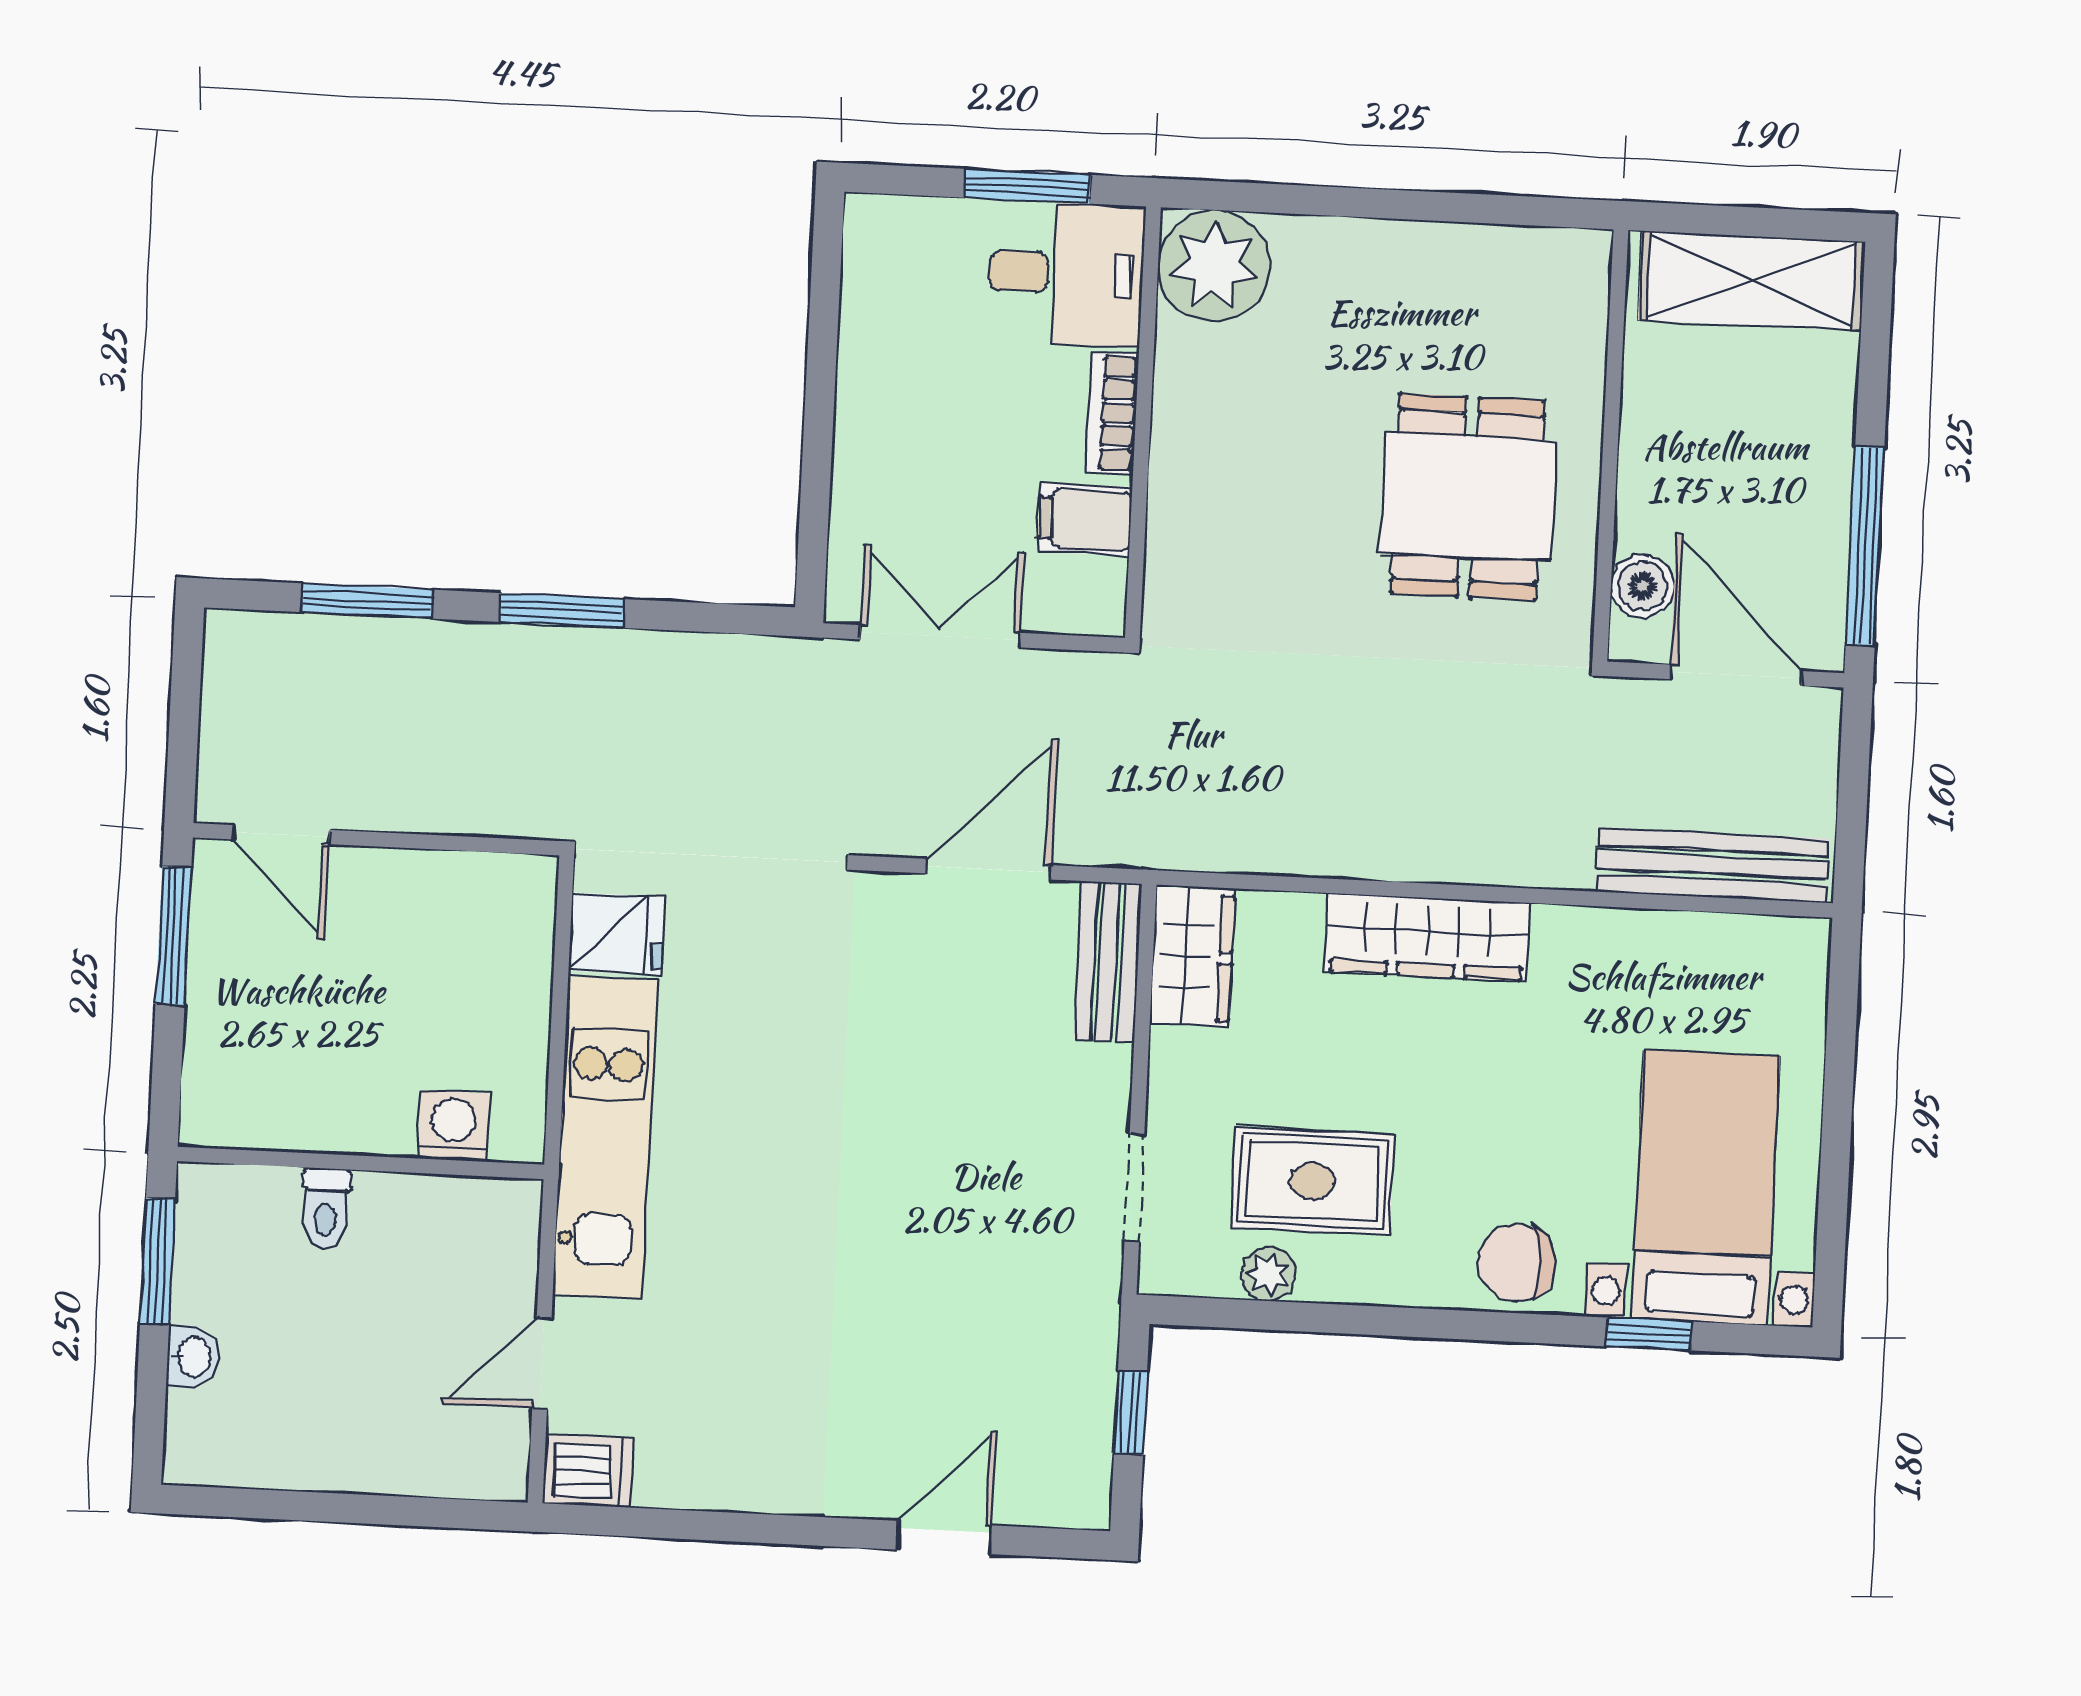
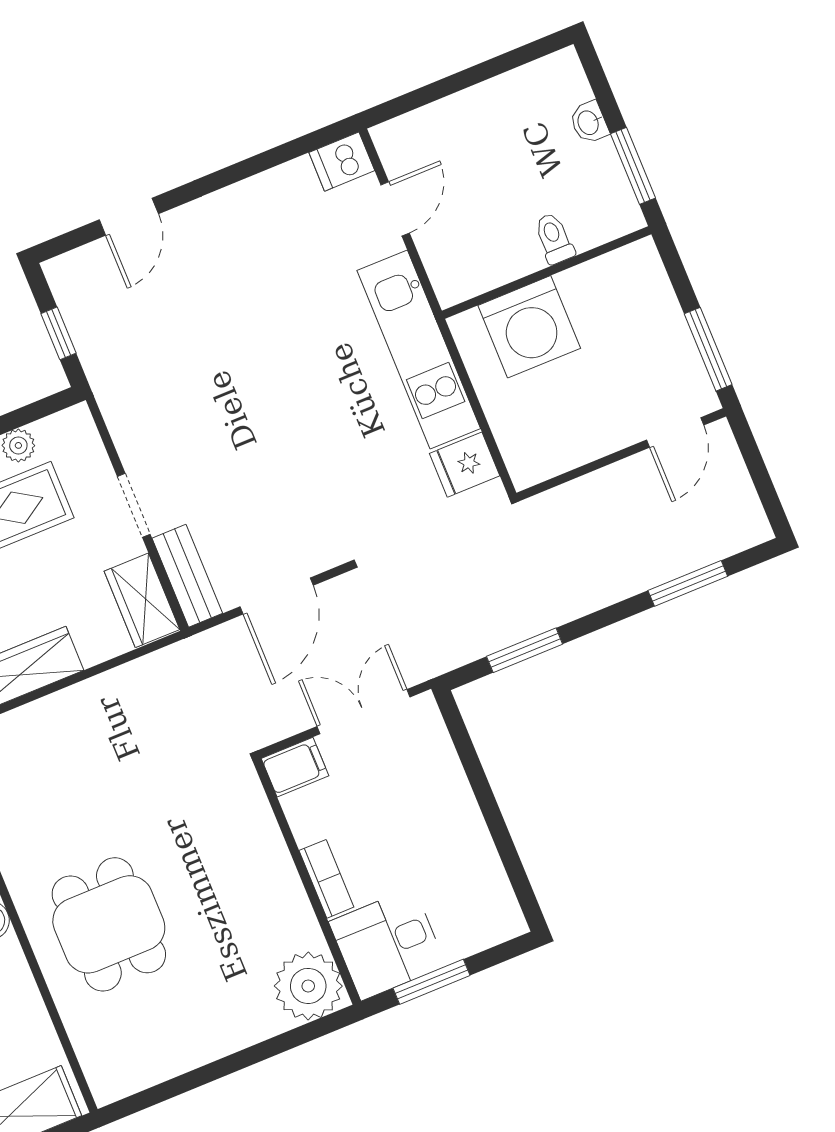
filing cabinet: (1085, 519) -> (295, 767), moved
window: (561, 610) -> (525, 650), moved
double door: (940, 636) -> (363, 712), swing flipped
door: (281, 835) -> (675, 433), swing flipped
washing machine: (453, 1126) -> (529, 327), width x1.89, depth x1.89
doorway: (1134, 1188) -> (134, 505), moved

